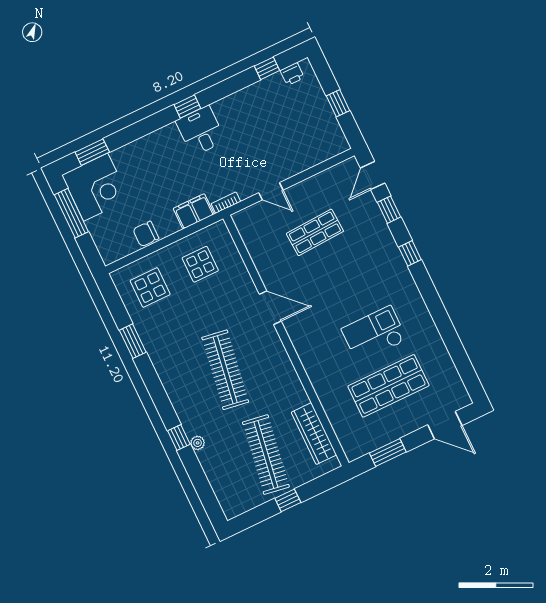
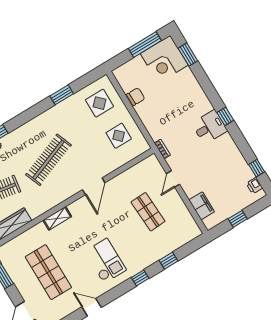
door: (373, 176) -> (92, 307), moved
filing cabinet: (194, 211) -> (202, 206), moved
chair: (146, 234) -> (136, 97), turned 90
checkout: (374, 334) -> (105, 261), moved
shelving: (312, 365) -> (57, 218), added
clothes rail: (225, 370) -> (48, 160), turned -30

